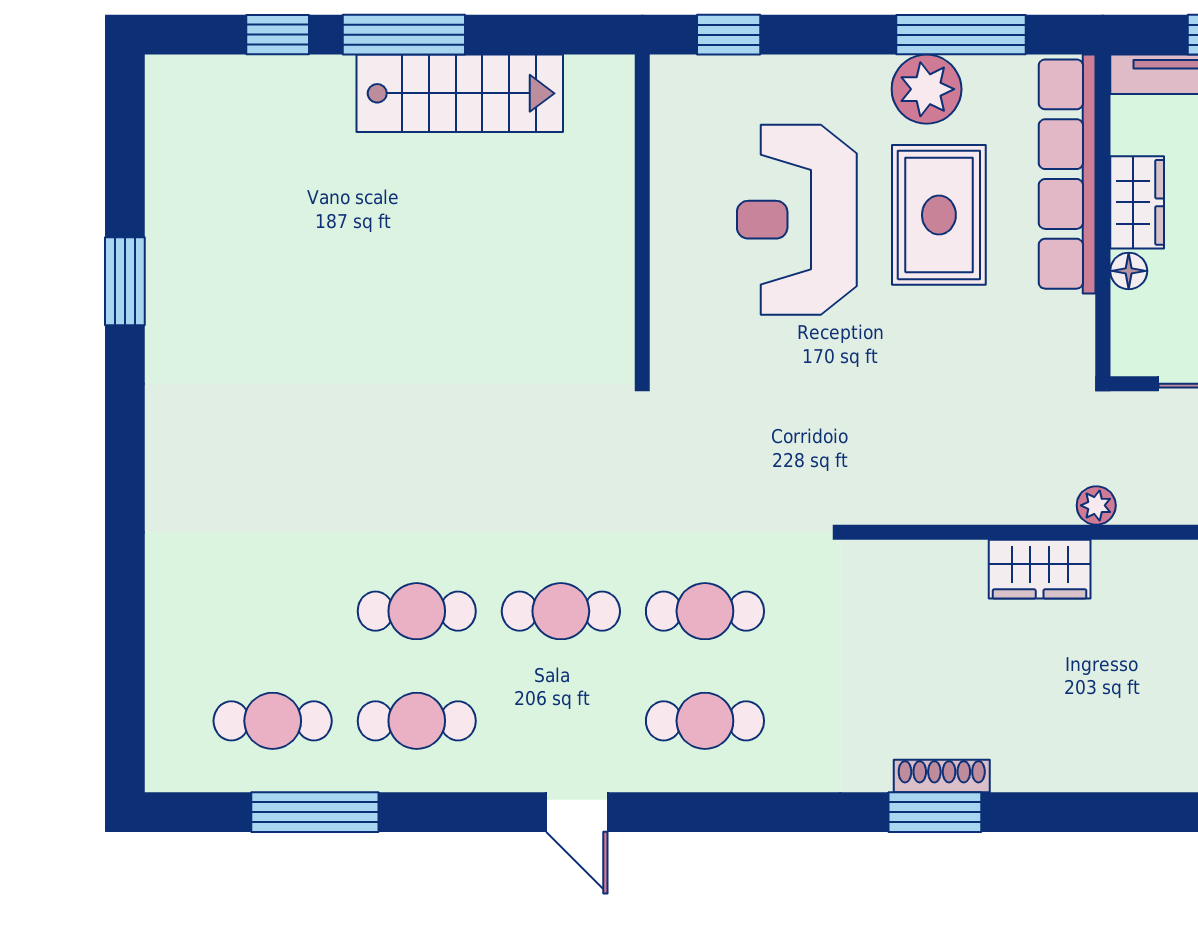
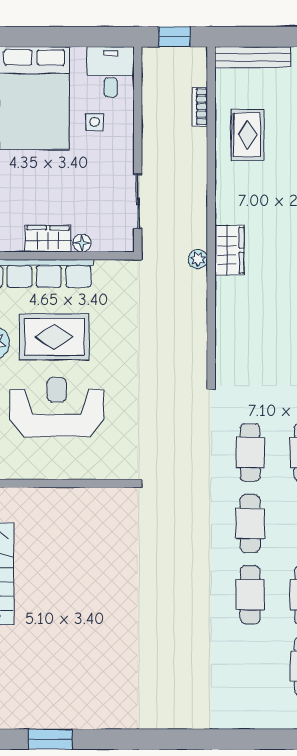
reception desk: (797, 220) -> (57, 407), turned 180
window: (125, 281) -> (50, 739), moved
wardrobe: (1040, 569) -> (229, 250), moved

